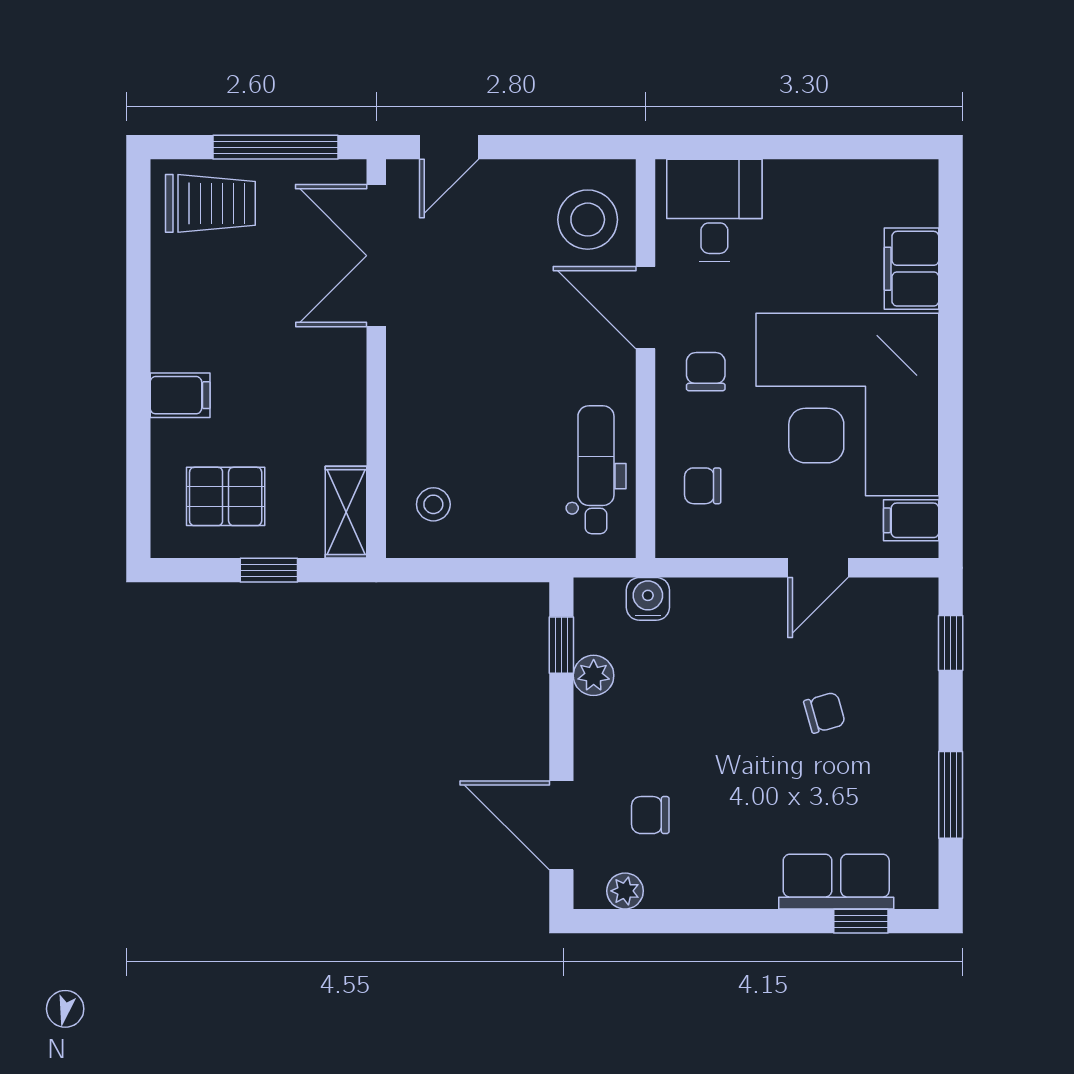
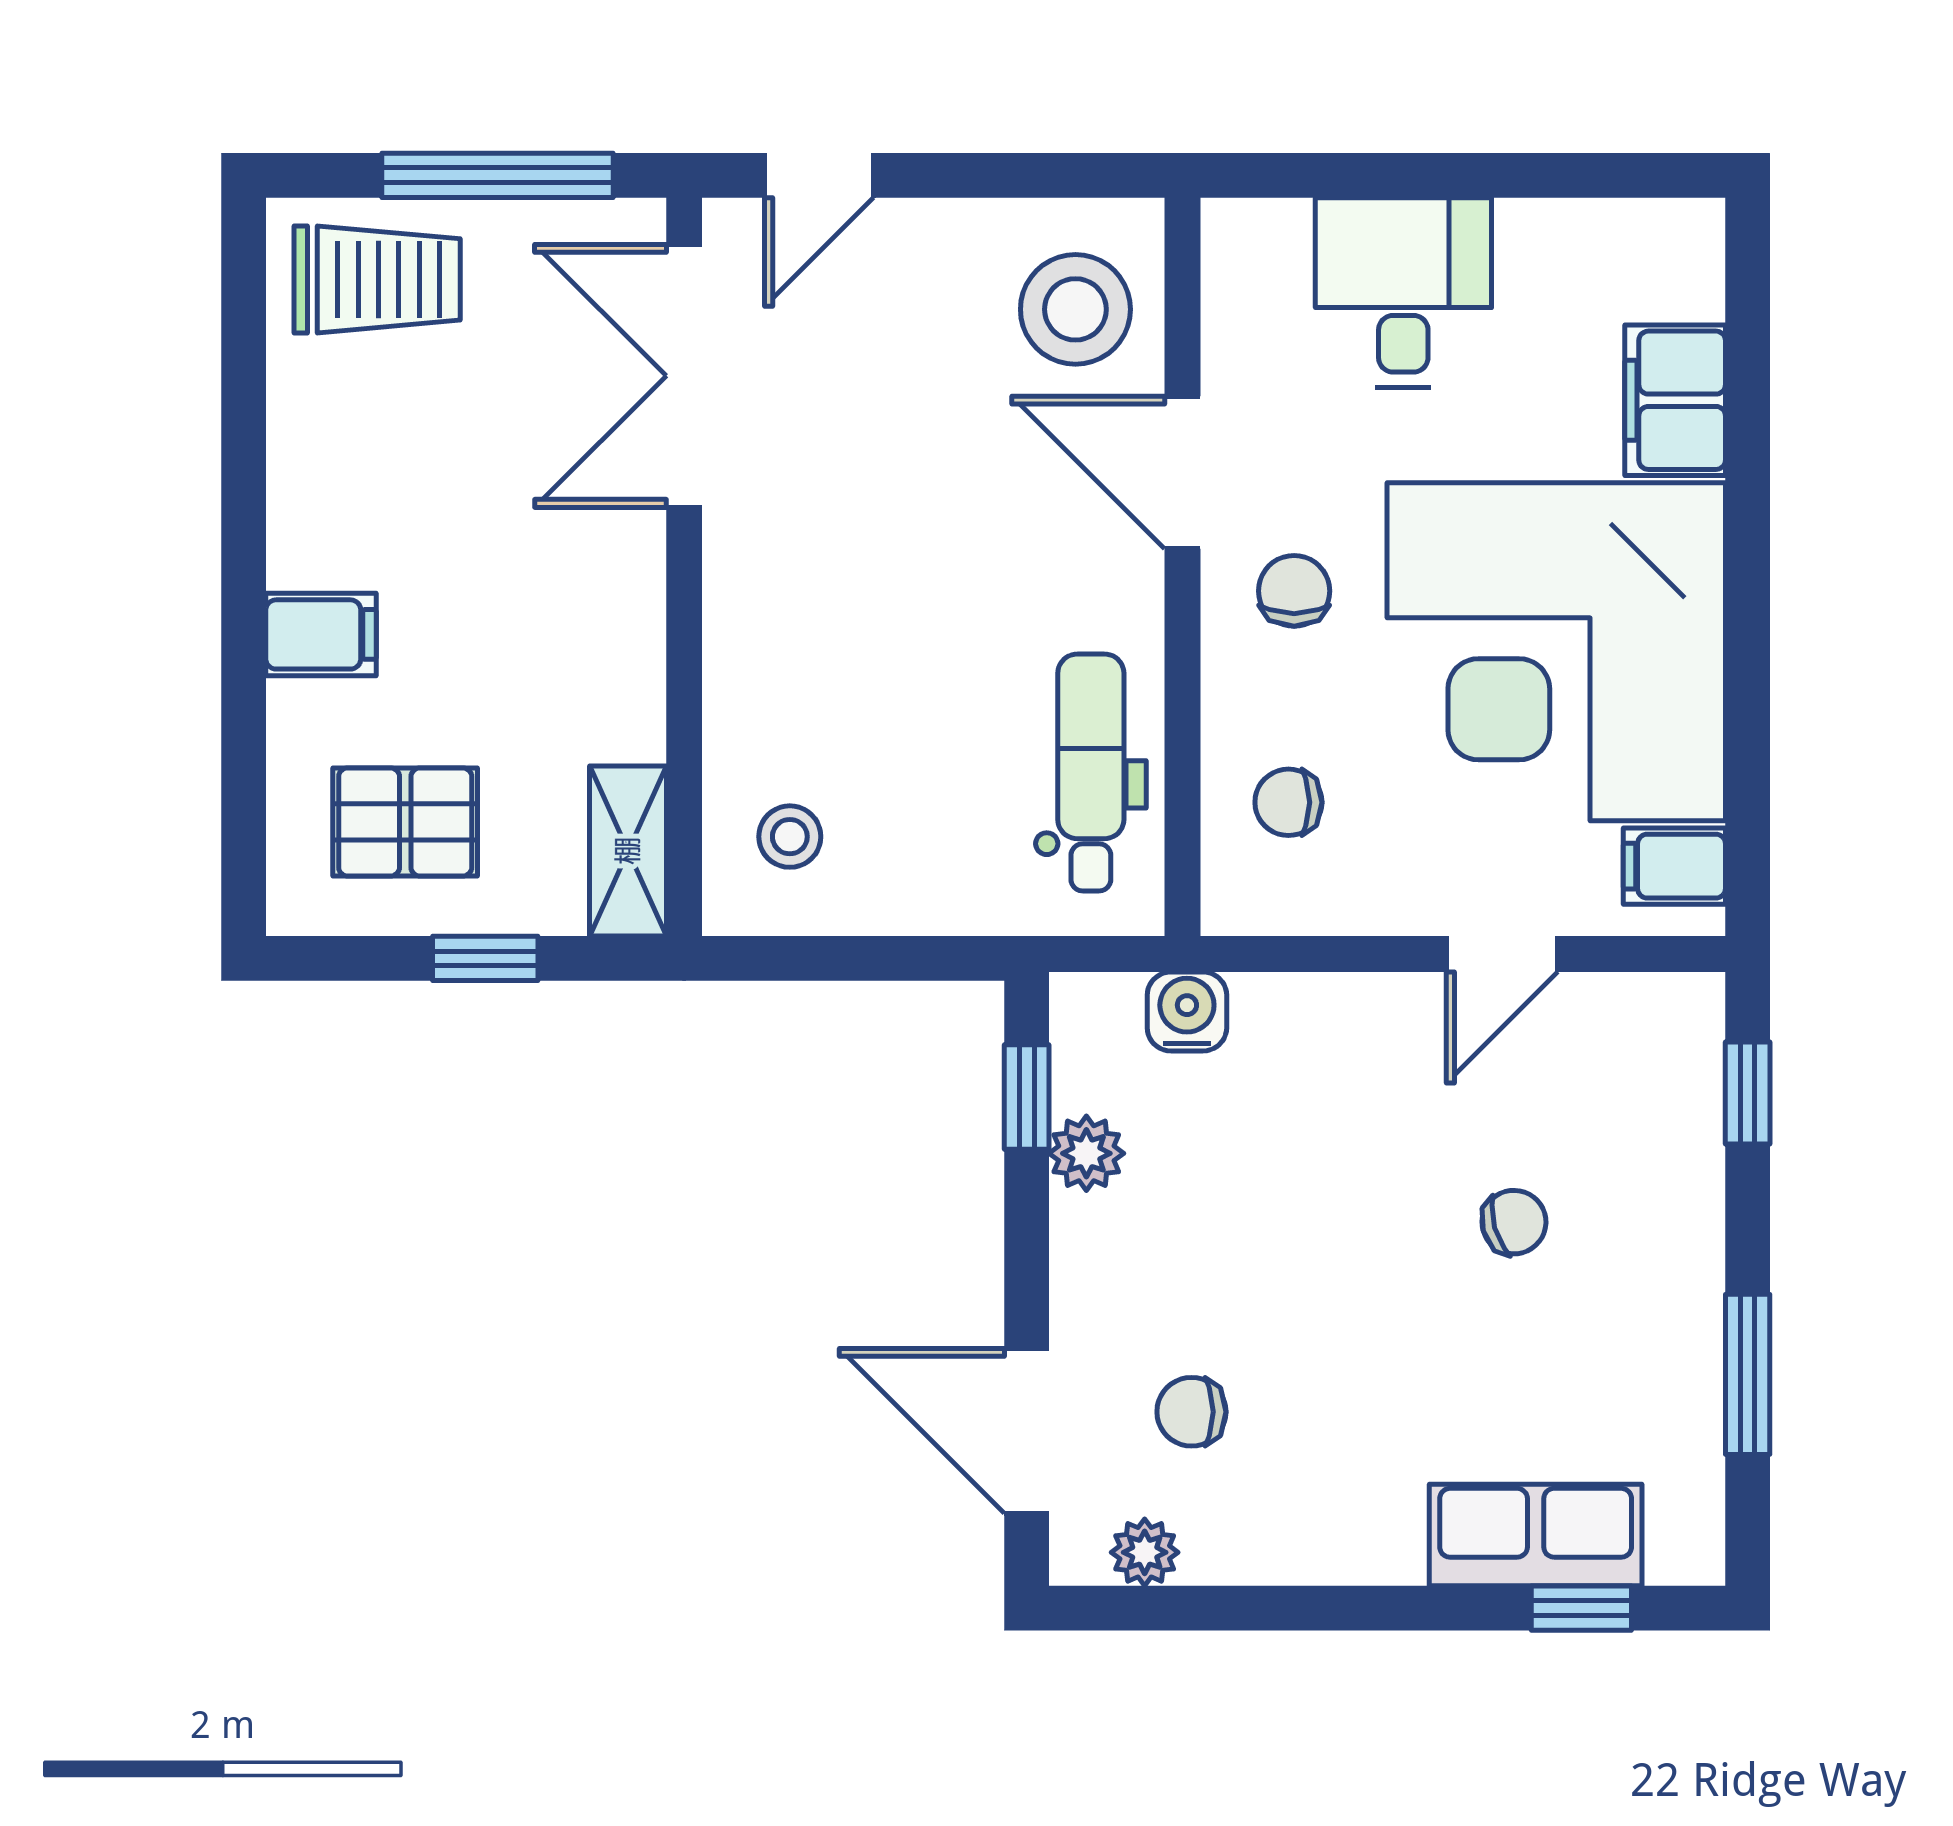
desk: (714, 210) -> (1403, 292), moved

